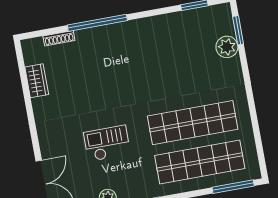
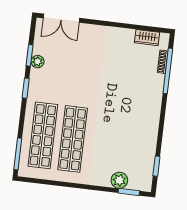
window: (97, 23) -> (168, 71), moved
wardrobe: (37, 81) -> (147, 38), moved
checkout: (107, 143) -> (77, 73), removed

